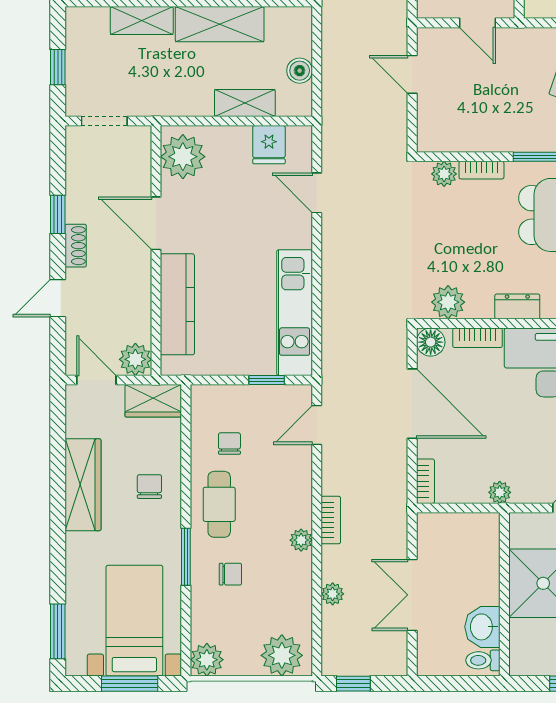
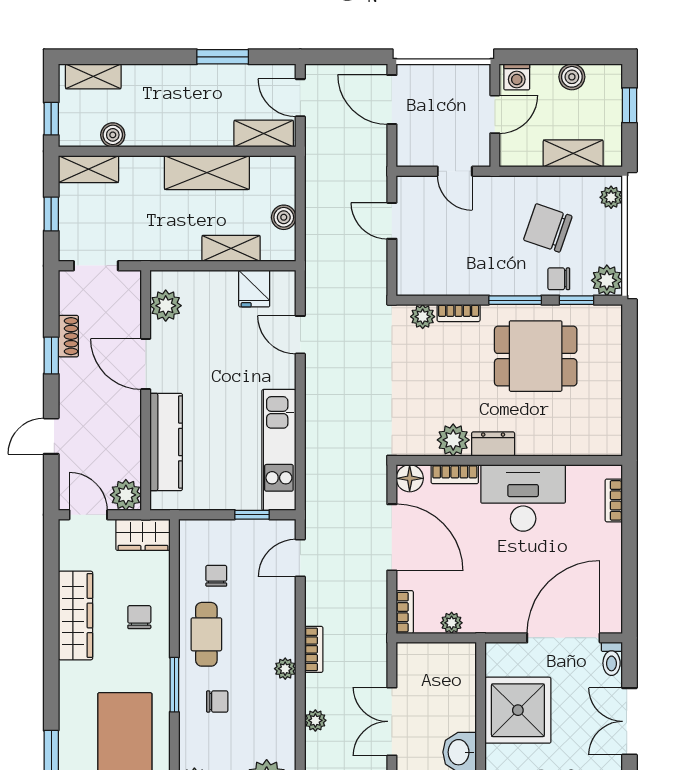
shelving: (142, 20) -> (88, 169), moved
plant: (183, 157) -> (166, 306), width x0.73, depth x0.73
shoe rack: (76, 246) -> (68, 336), moved
plant: (448, 302) -> (453, 440), moved
plant: (500, 492) -> (452, 623), moved

